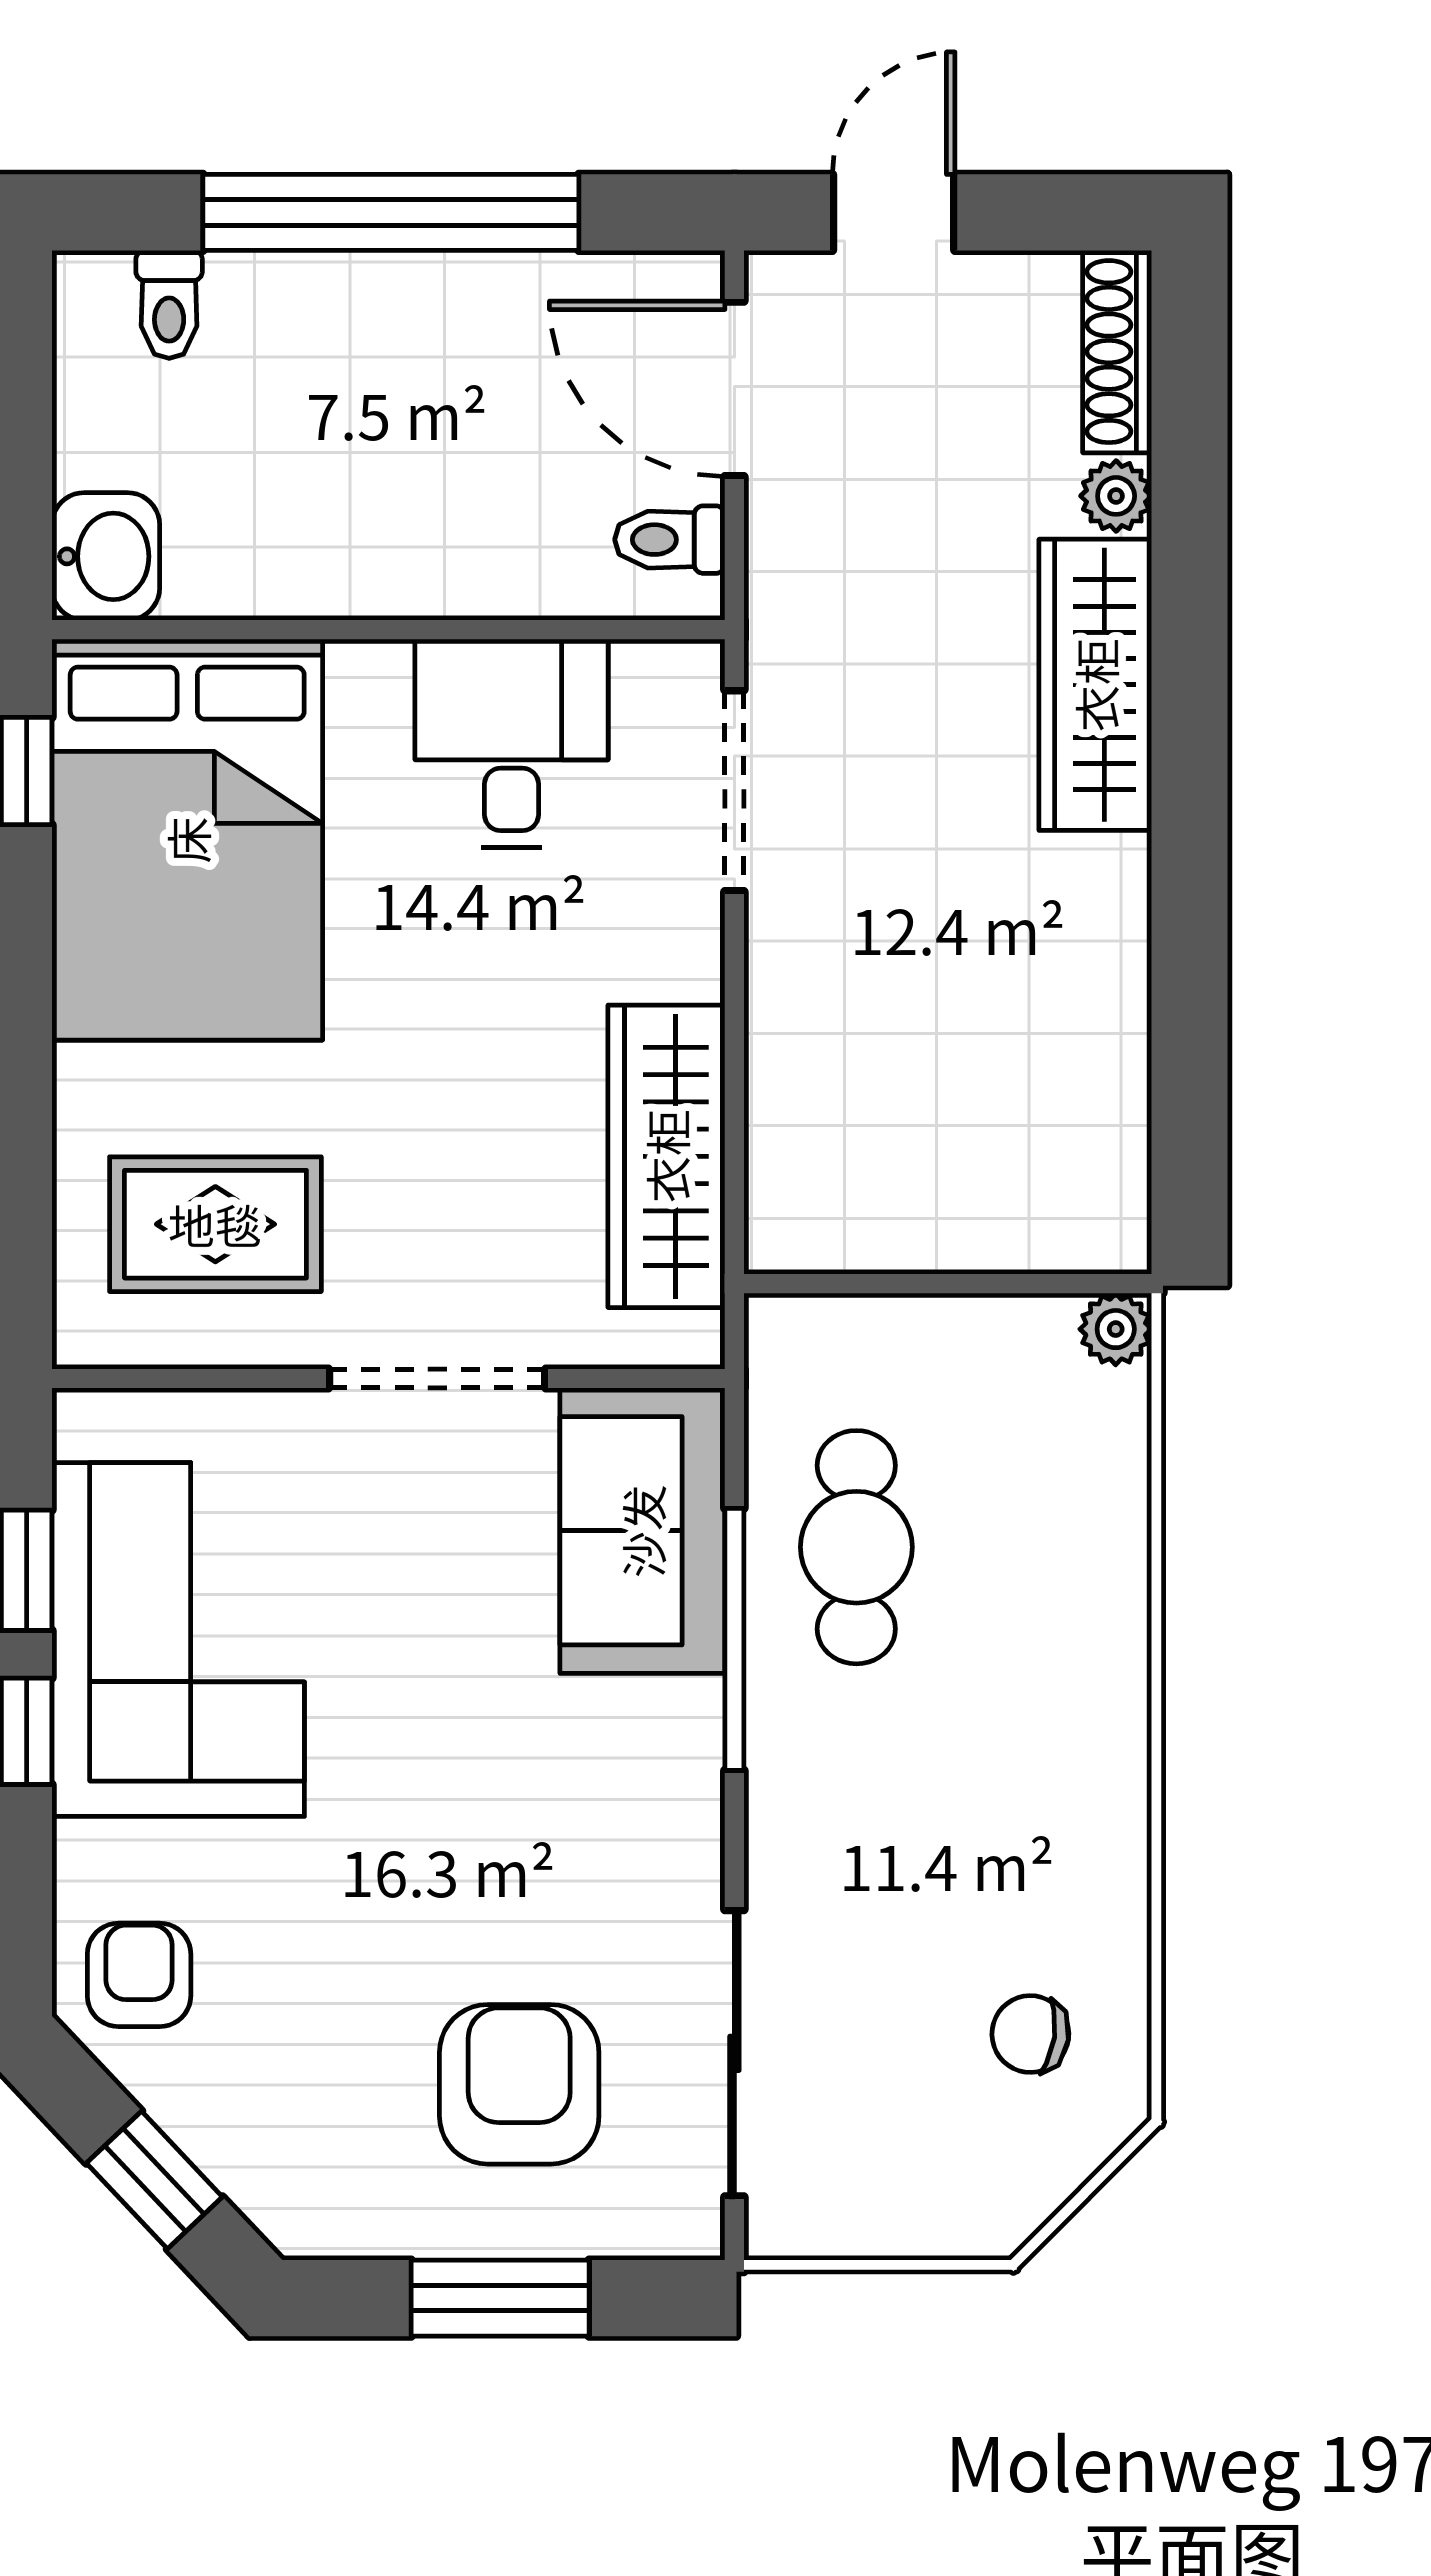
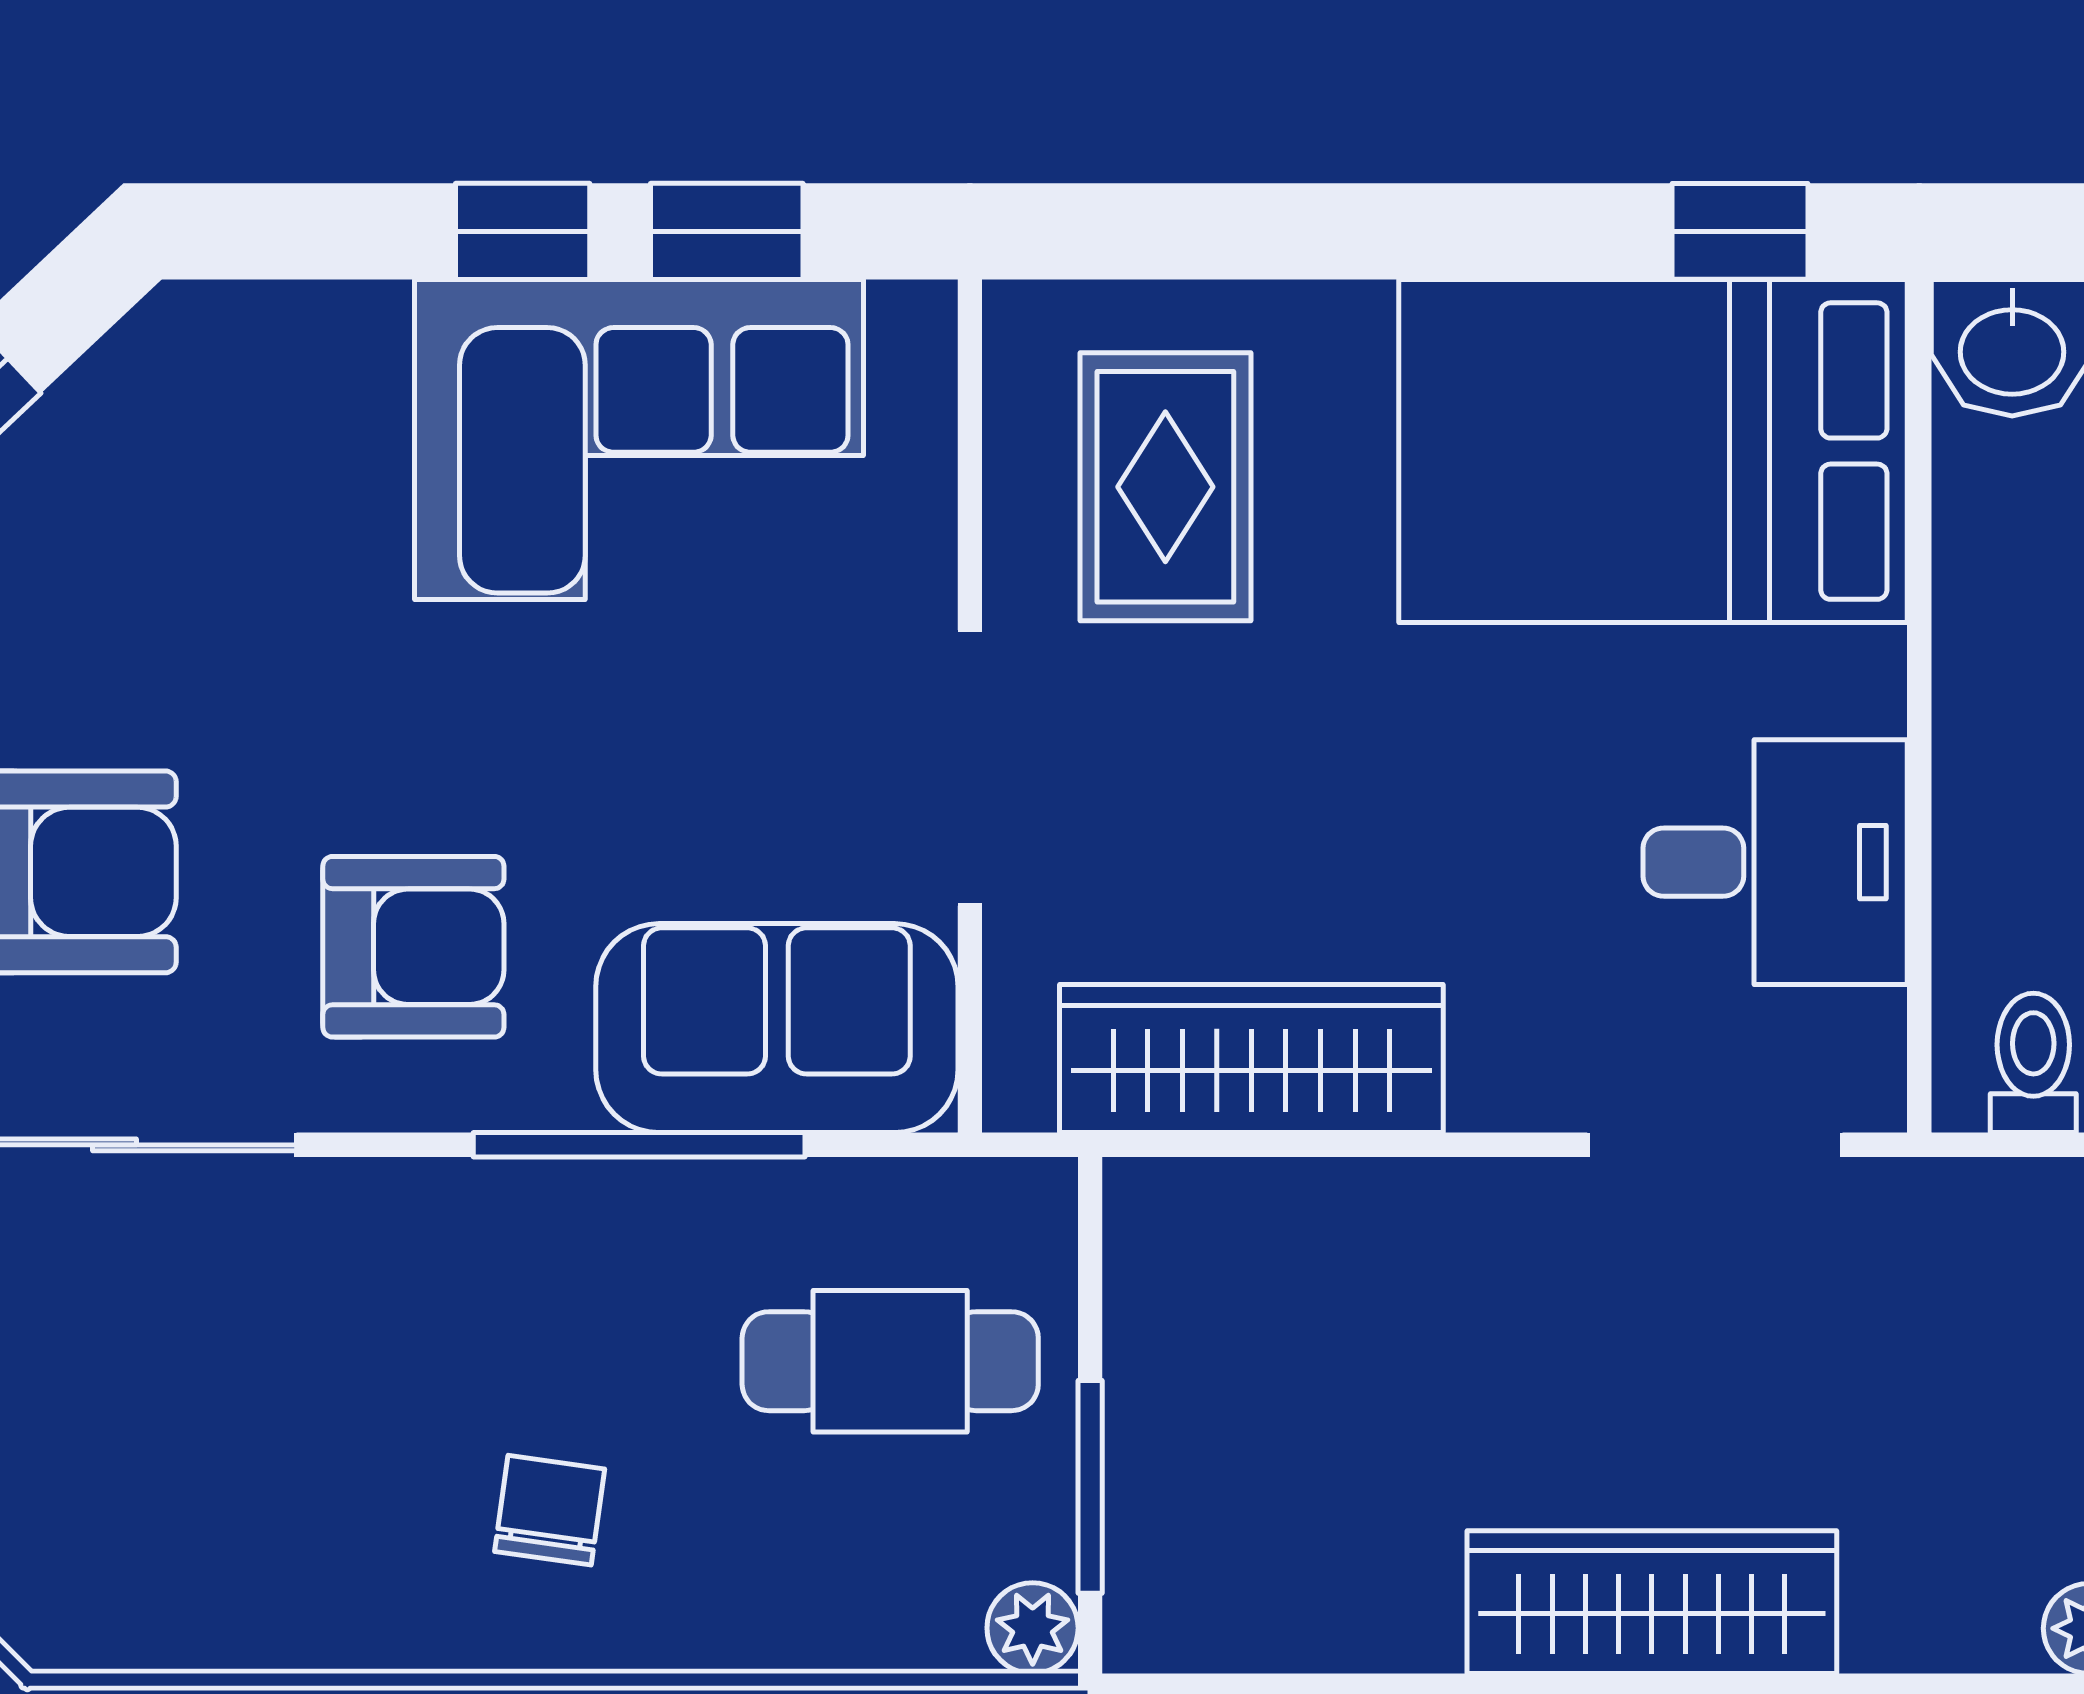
wardrobe: (1095, 685) -> (1652, 1602), moved
window: (1004, 1284) -> (1090, 1487), added
cafe table: (856, 1547) -> (890, 1361), moved
armchair: (139, 1975) -> (413, 947), moved, width x1.38, depth x1.38
chair: (1030, 2034) -> (550, 1510), moved

